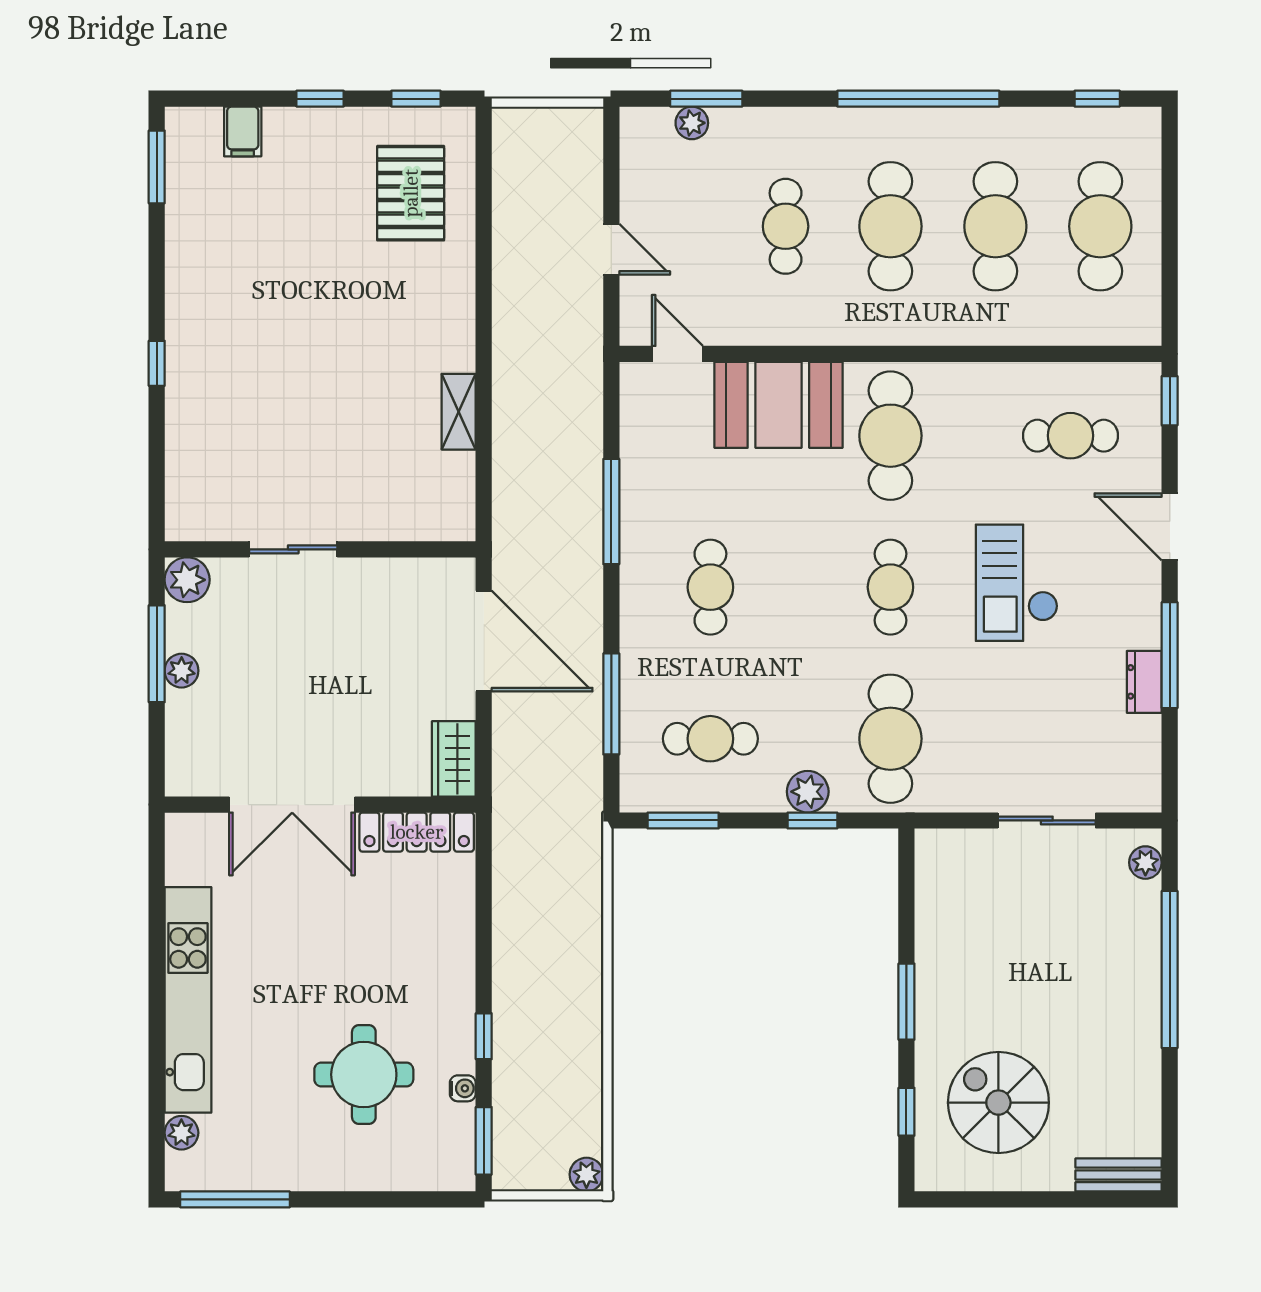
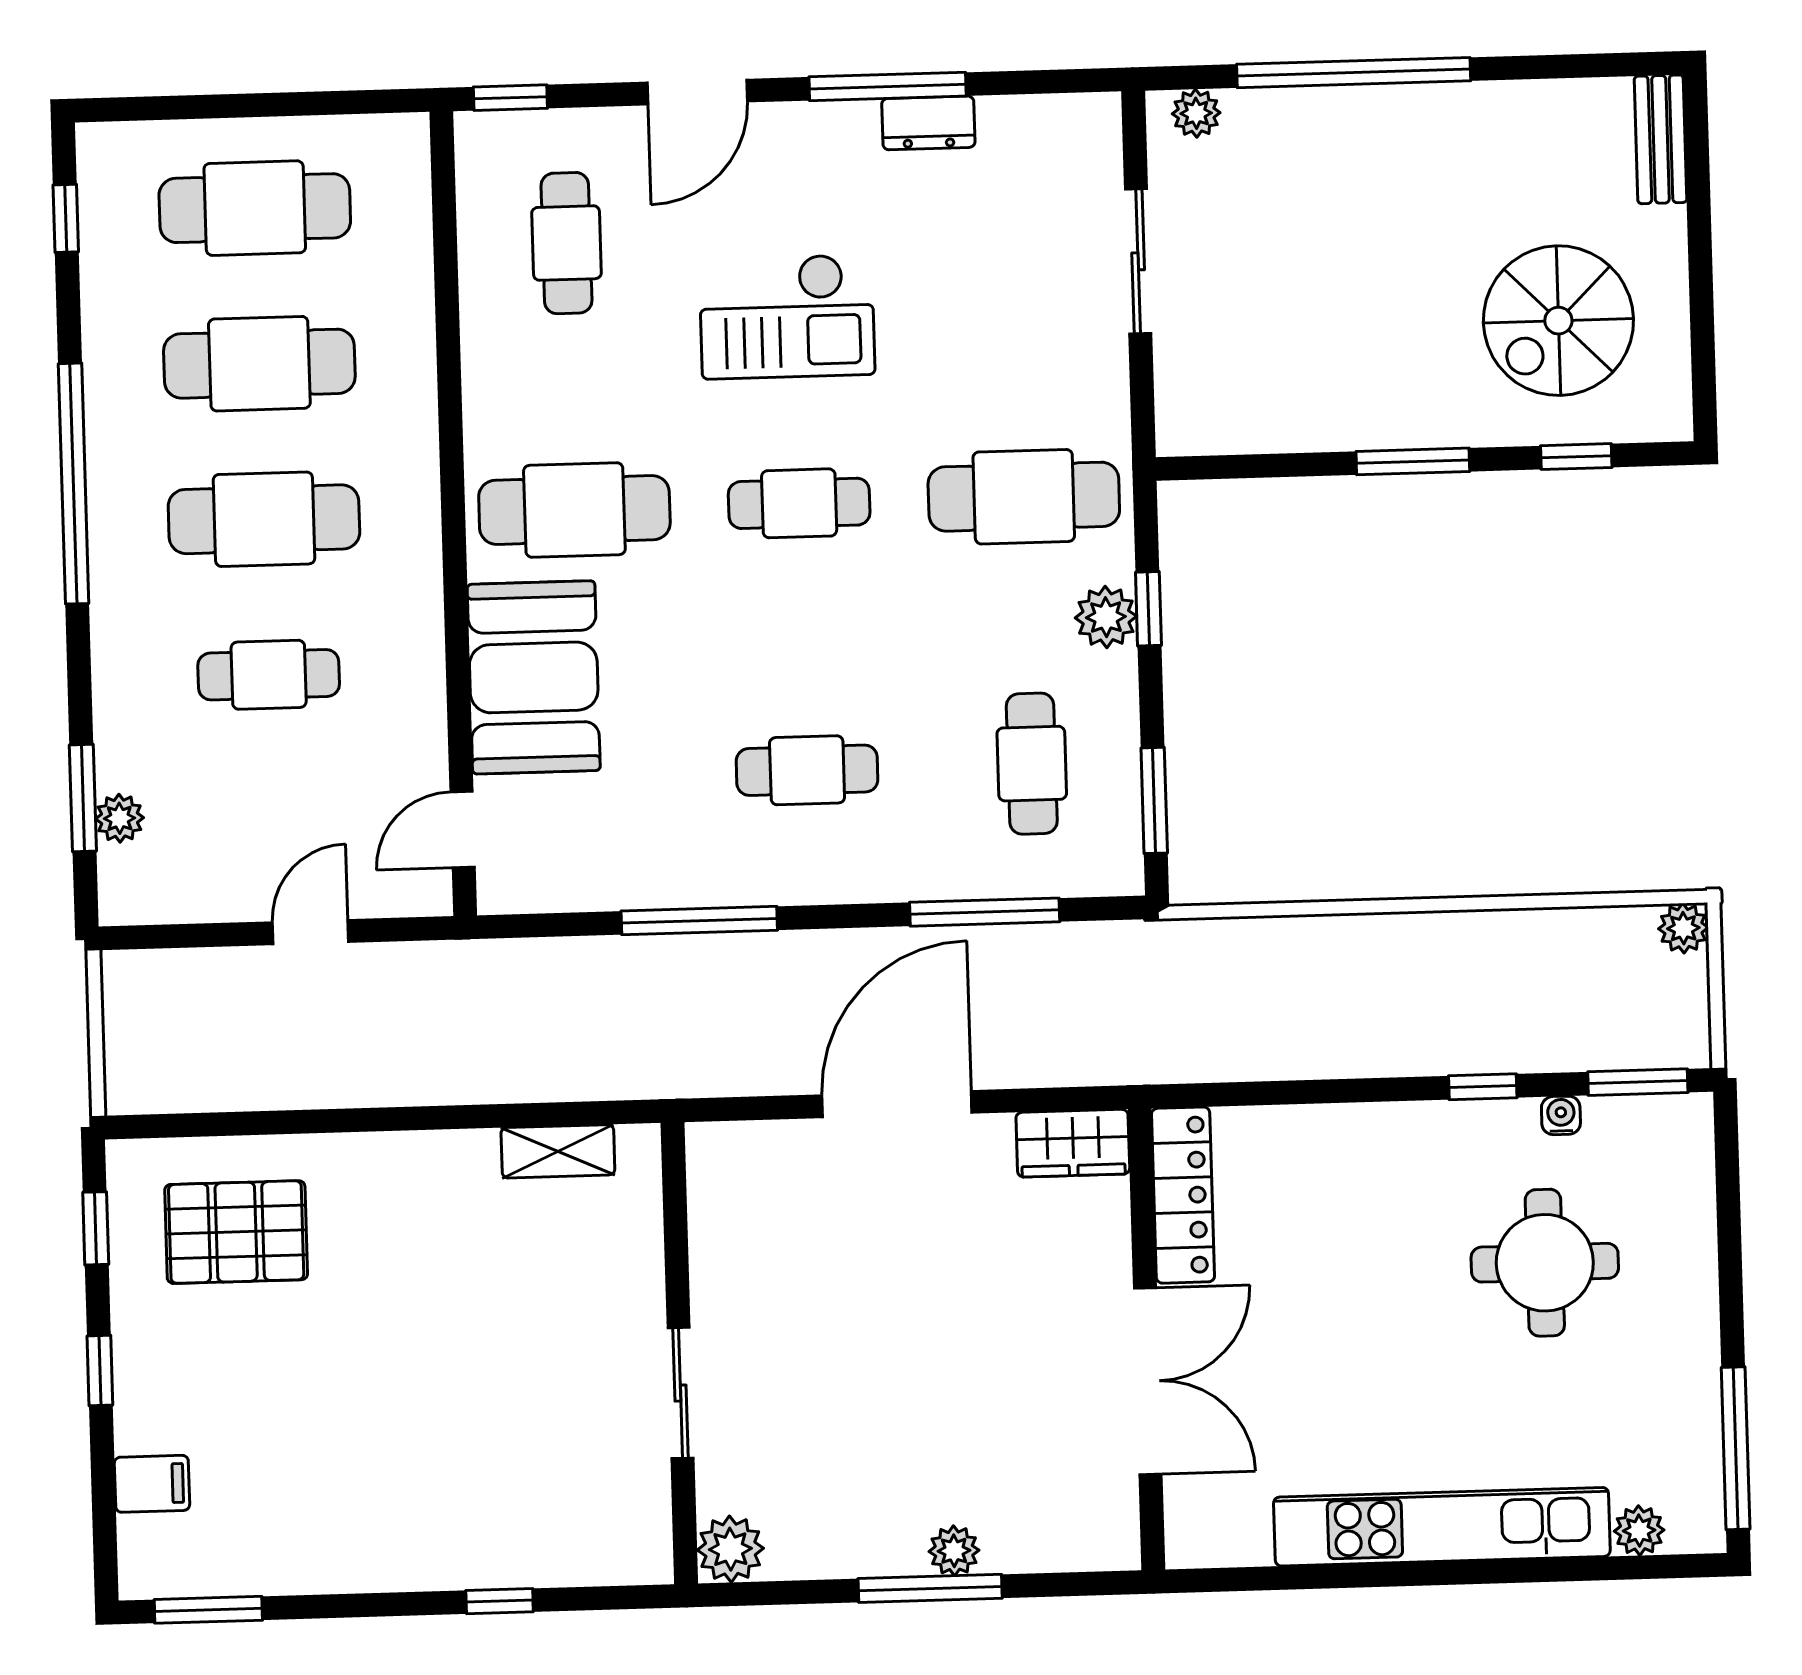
sliding door: (293, 549) -> (681, 1393), moved
wall: (320, 549) -> (679, 1353), moved
plant: (187, 580) -> (730, 1549), moved

